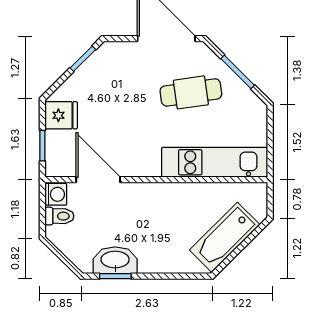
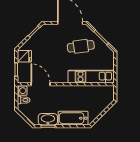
bathtub: (225, 237) -> (73, 118), moved, turned 45

